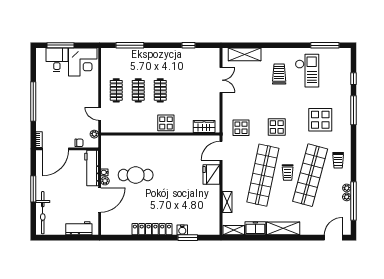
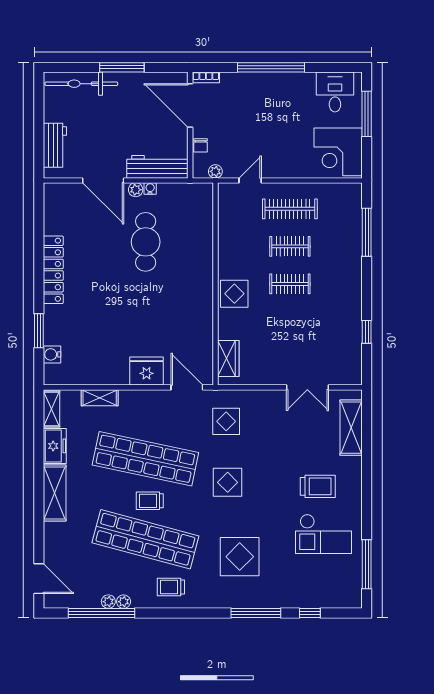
desk: (57, 60) -> (335, 92), moved, turned -90
clothes rail: (116, 90) -> (290, 209), width x1.36
water cooler: (182, 230) -> (52, 354), moved

